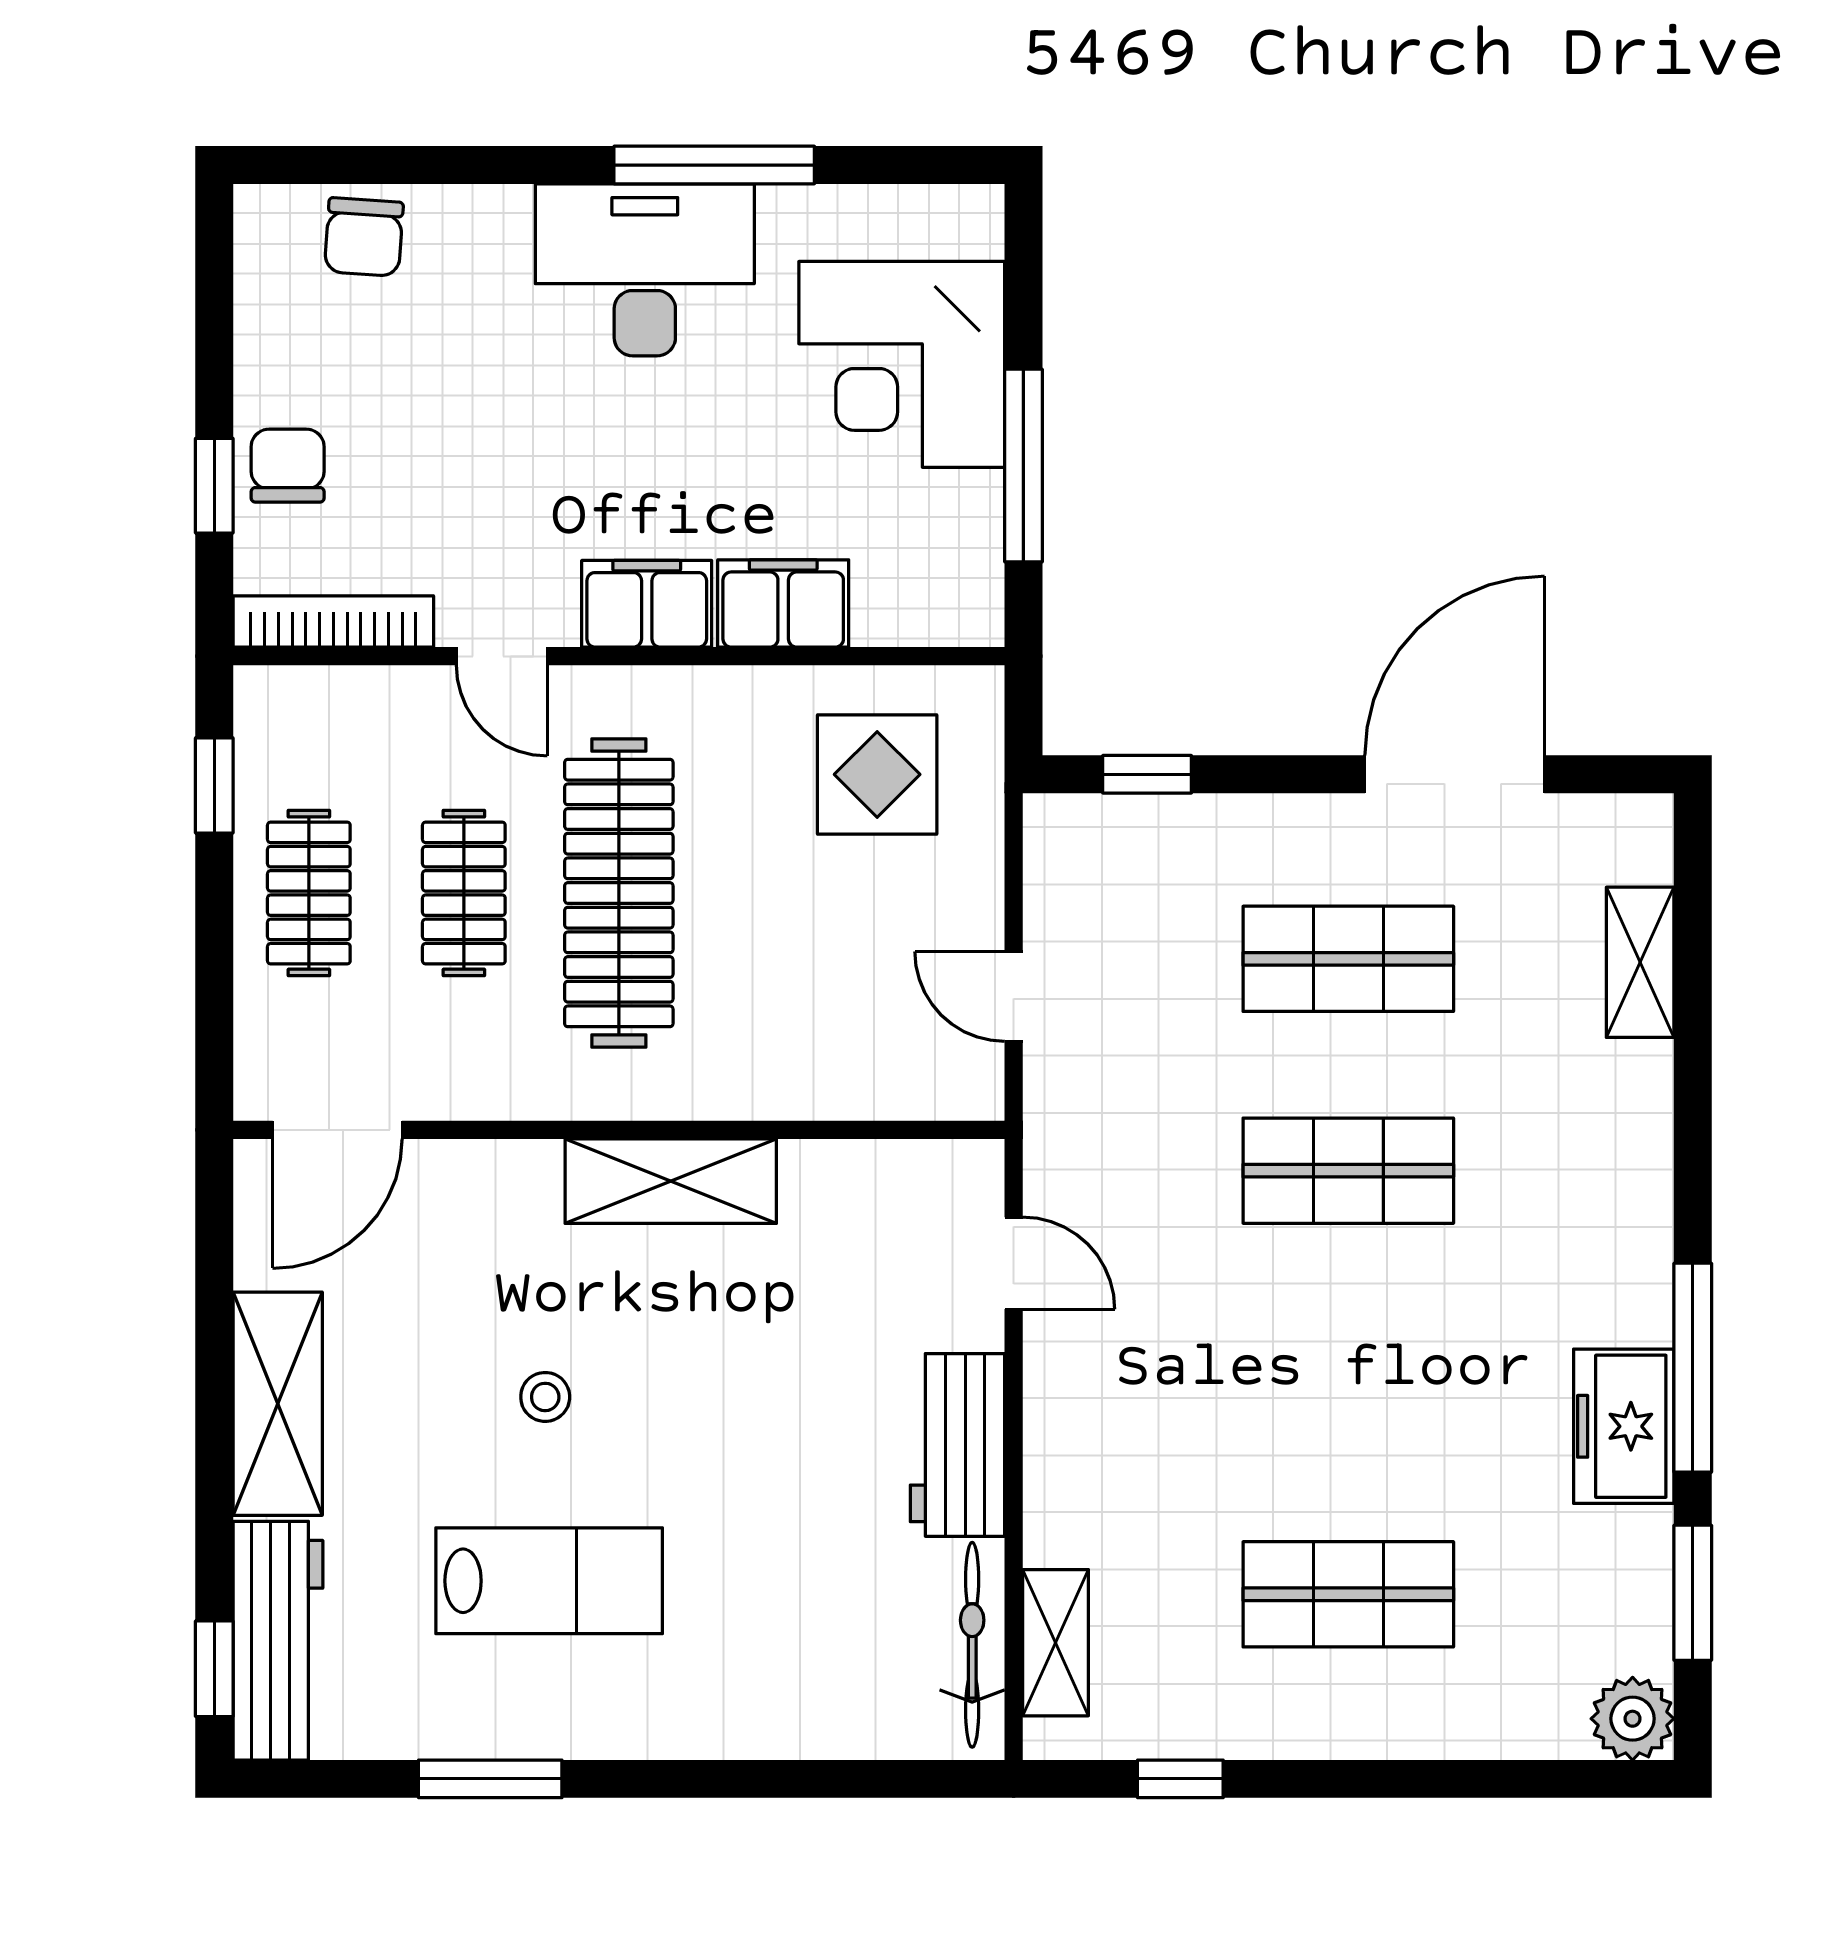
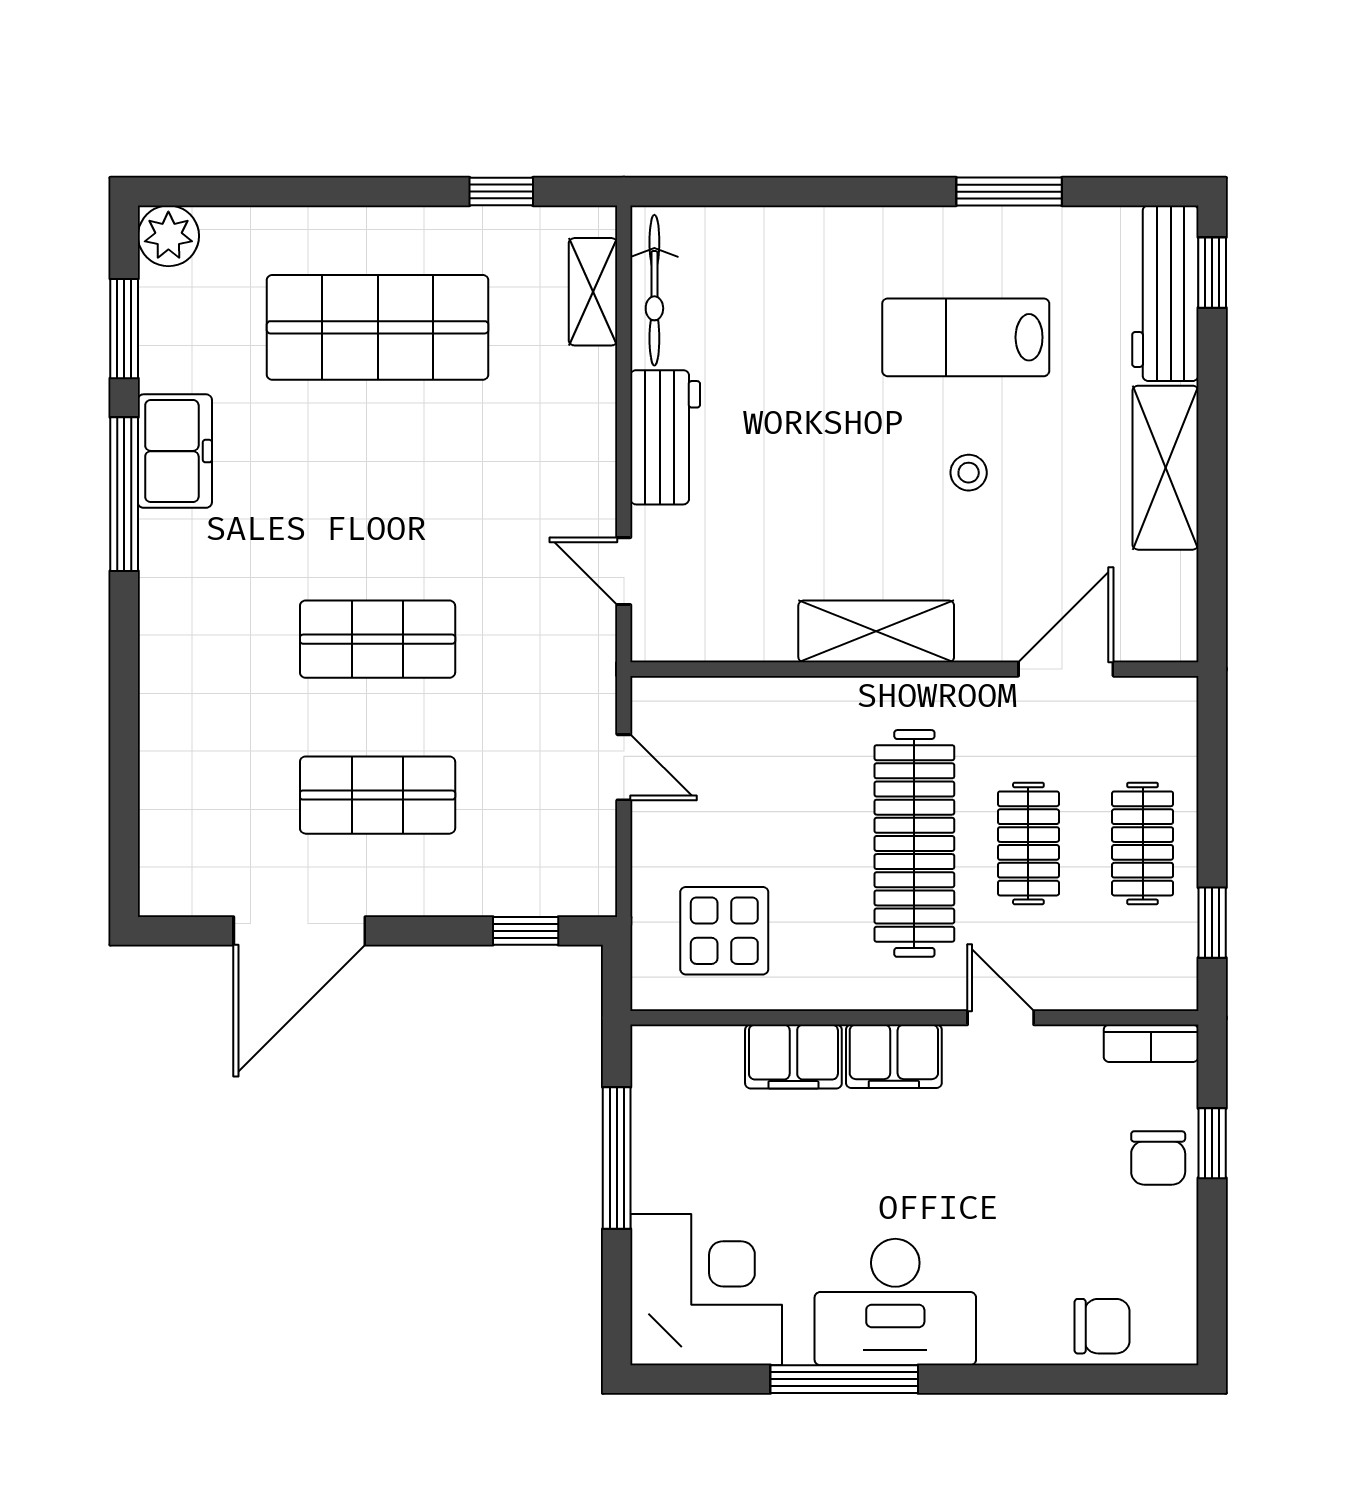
chair: (364, 237) -> (1102, 1326), turned 86
corner desk: (902, 364) -> (706, 1290), moved
bookcase: (333, 621) -> (1151, 1043), width x0.64
shelving: (1640, 962) -> (163, 792), removed
door: (337, 1130) -> (1066, 669), moved
shop shelf: (1348, 1594) -> (378, 327), width x1.43, depth x1.36

